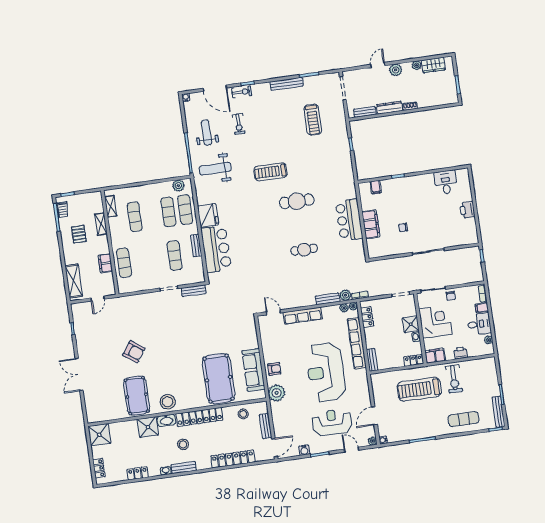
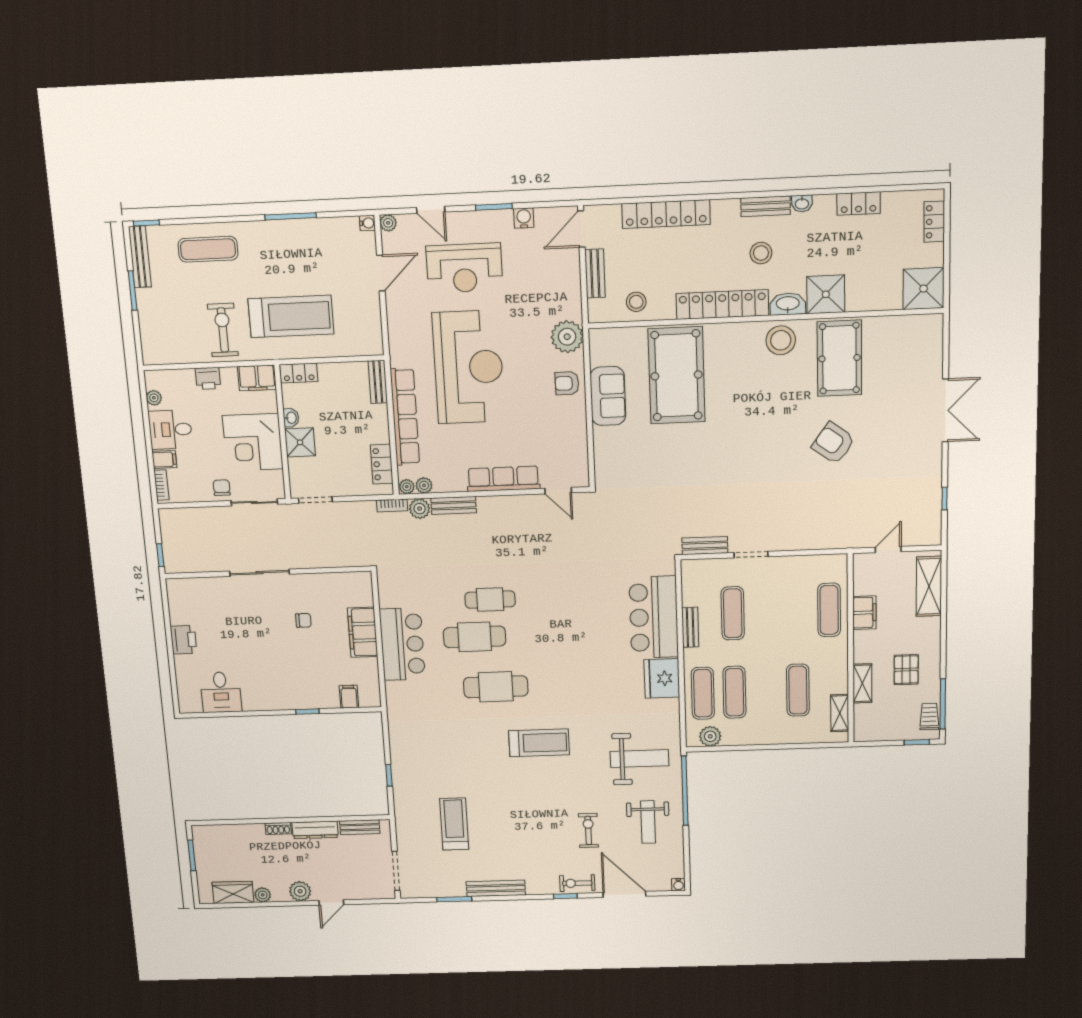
cafe table: (311, 228) -> (474, 637), added
sofa: (253, 370) -> (608, 396), width x0.73

